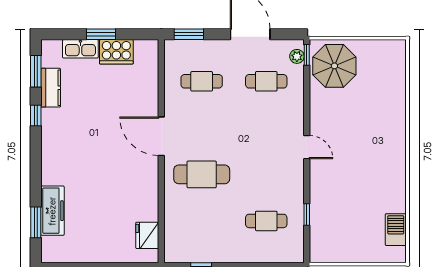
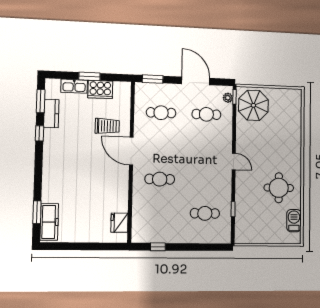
trolley: (127, 102) -> (107, 126), added
cafe table: (202, 174) -> (160, 179), width x0.73, depth x0.74
round table: (373, 183) -> (279, 188), added
freezer: (52, 211) -> (49, 222), moved

